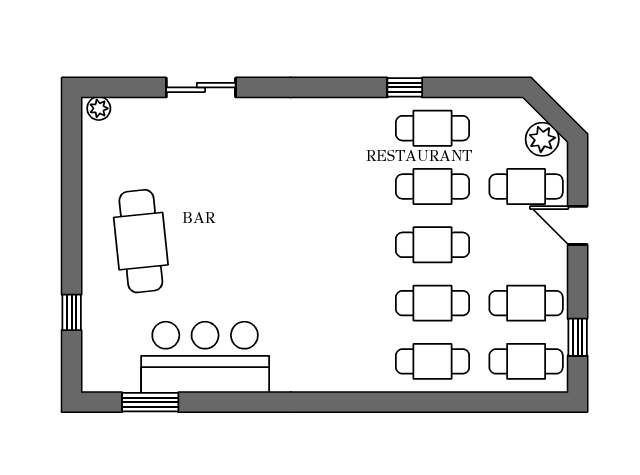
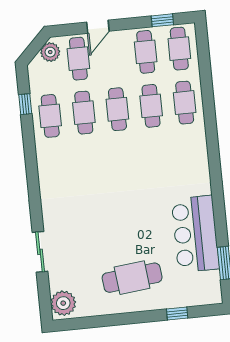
window: (405, 87) -> (25, 104), moved
plant: (99, 108) -> (63, 303), width x1.87, depth x1.87

